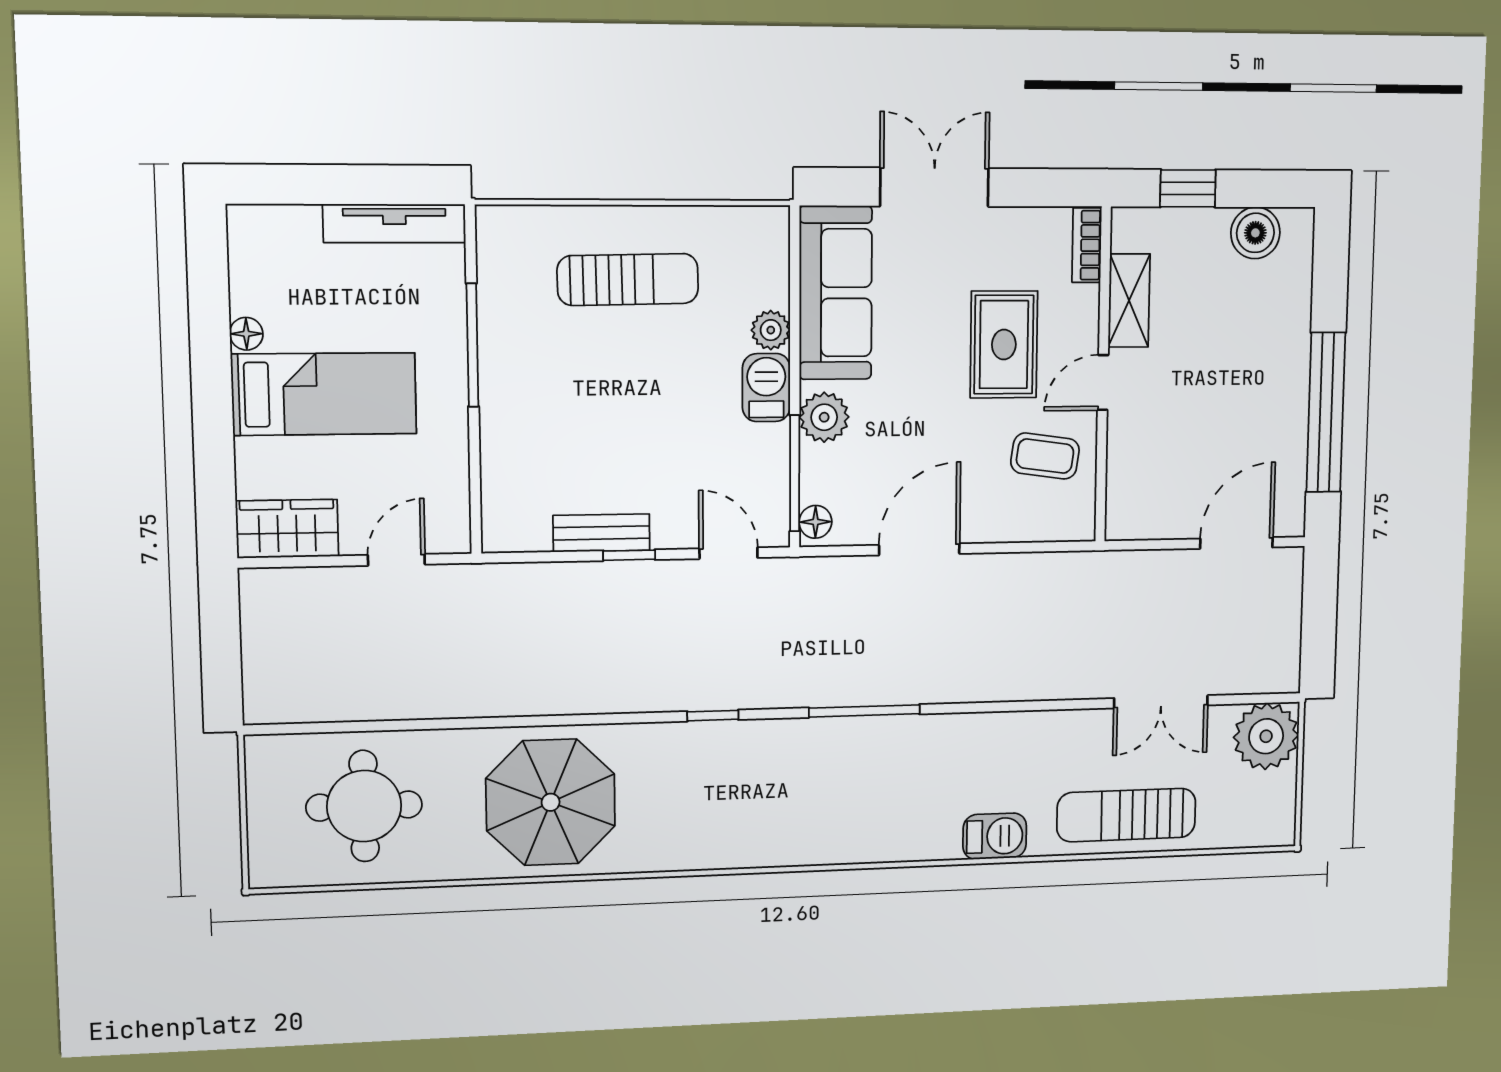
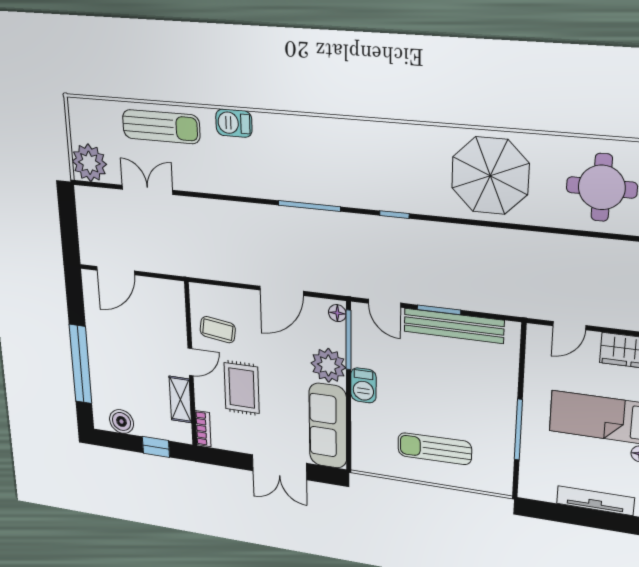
tv unit: (394, 223) -> (595, 501), moved
plant: (771, 330) -> (361, 413), removed
window: (1326, 412) -> (81, 364), moved
plant: (824, 417) -> (328, 365), width x1.36, depth x1.36
bench: (601, 533) -> (454, 326), width x1.86, depth x1.21
window: (629, 555) -> (439, 310), width x1.50

